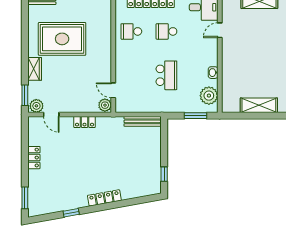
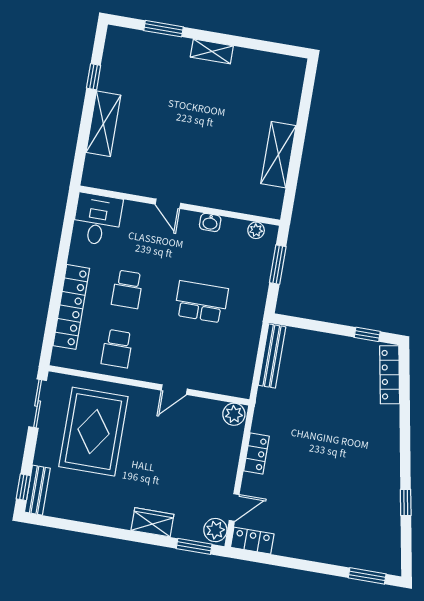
door: (220, 30) -> (168, 204), moved
rug: (62, 39) -> (93, 432), moved
door: (113, 90) -> (174, 390), moved
plant: (209, 96) -> (256, 230), width x0.53, depth x0.53
locker: (34, 158) -> (252, 541), moved
locker: (104, 198) -> (390, 375), moved

